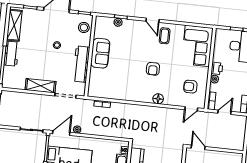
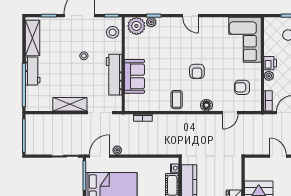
plant: (105, 24) -> (136, 26), added
coffee table: (165, 36) -> (177, 100), moved
sofa: (100, 53) -> (134, 76), moved
door: (191, 109) -> (230, 113), moved
door: (198, 147) -> (278, 156), moved

